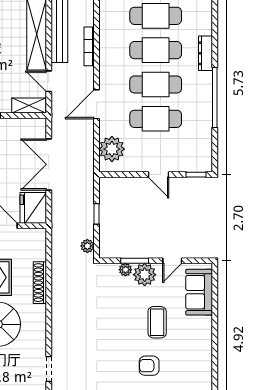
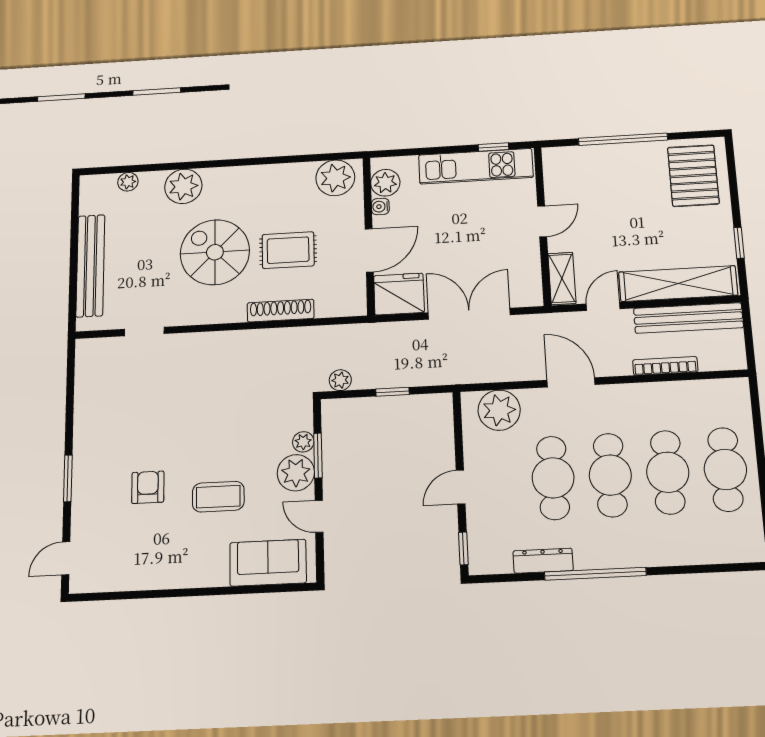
dresser: (205, 53) -> (543, 561), moved

